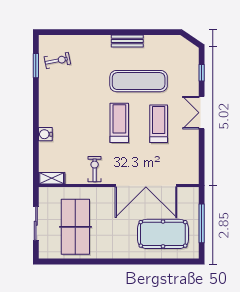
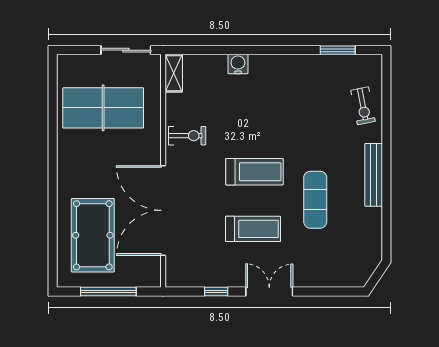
bench: (127, 41) -> (374, 175), width x1.36
exercise bike: (57, 60) -> (363, 106), moved
window: (202, 73) -> (216, 291), moved
exercise mat: (139, 81) -> (315, 200), width x0.73, depth x0.69
sliding door: (36, 223) -> (126, 50), moved

